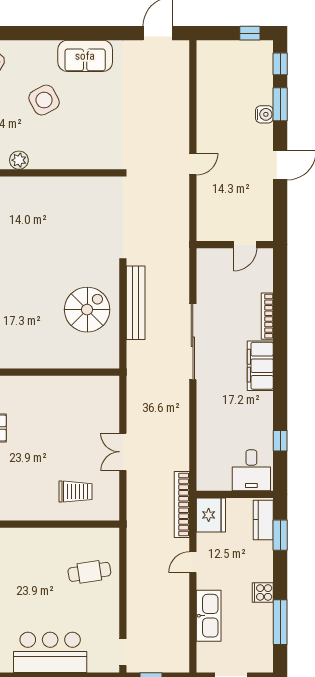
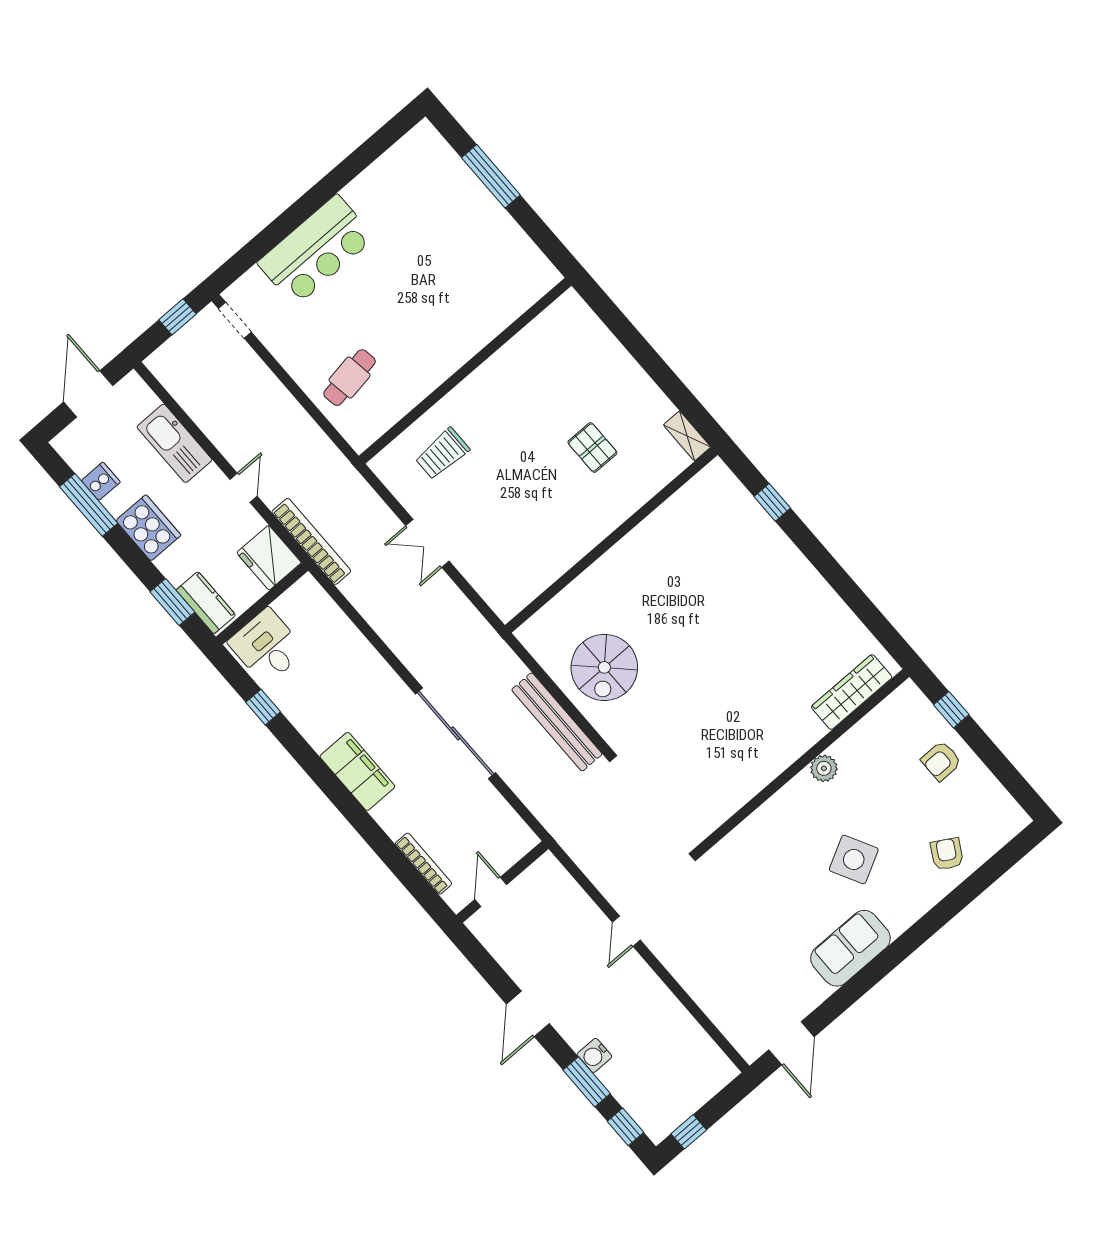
bookcase: (267, 316) -> (423, 864), moved
double door: (123, 452) -> (427, 543), swing flipped
cooker: (263, 592) -> (148, 528), width x1.87, depth x1.31
cooker: (263, 629) -> (101, 481), added

